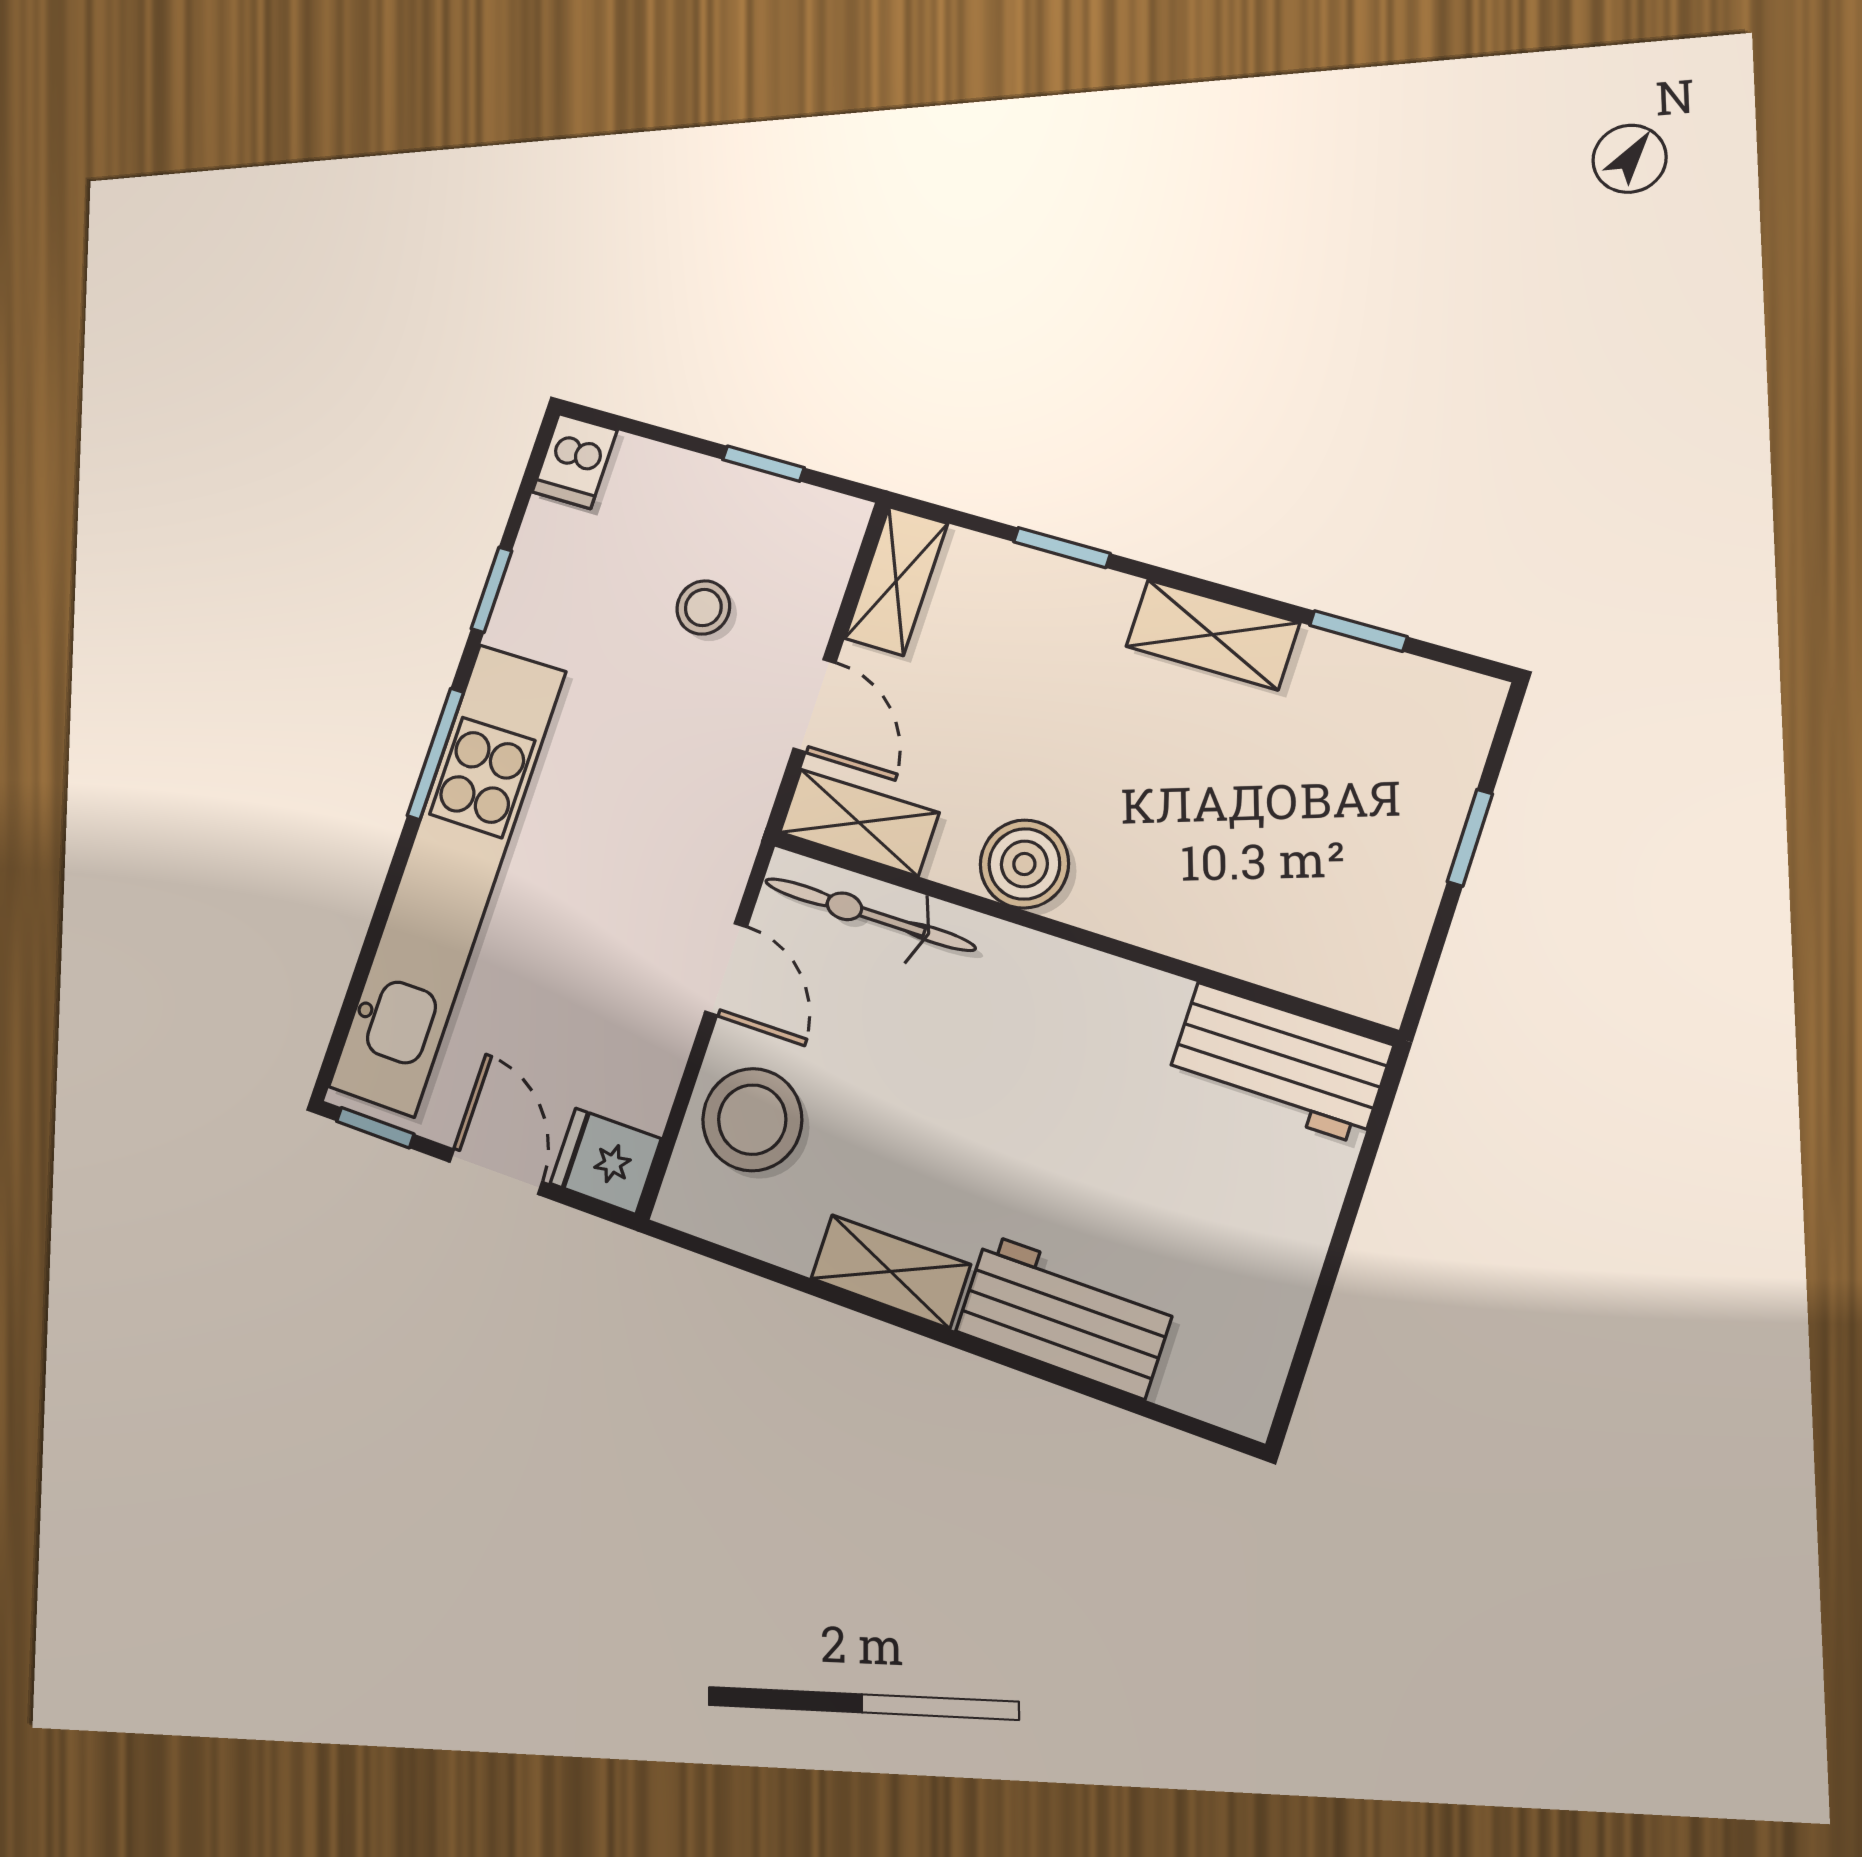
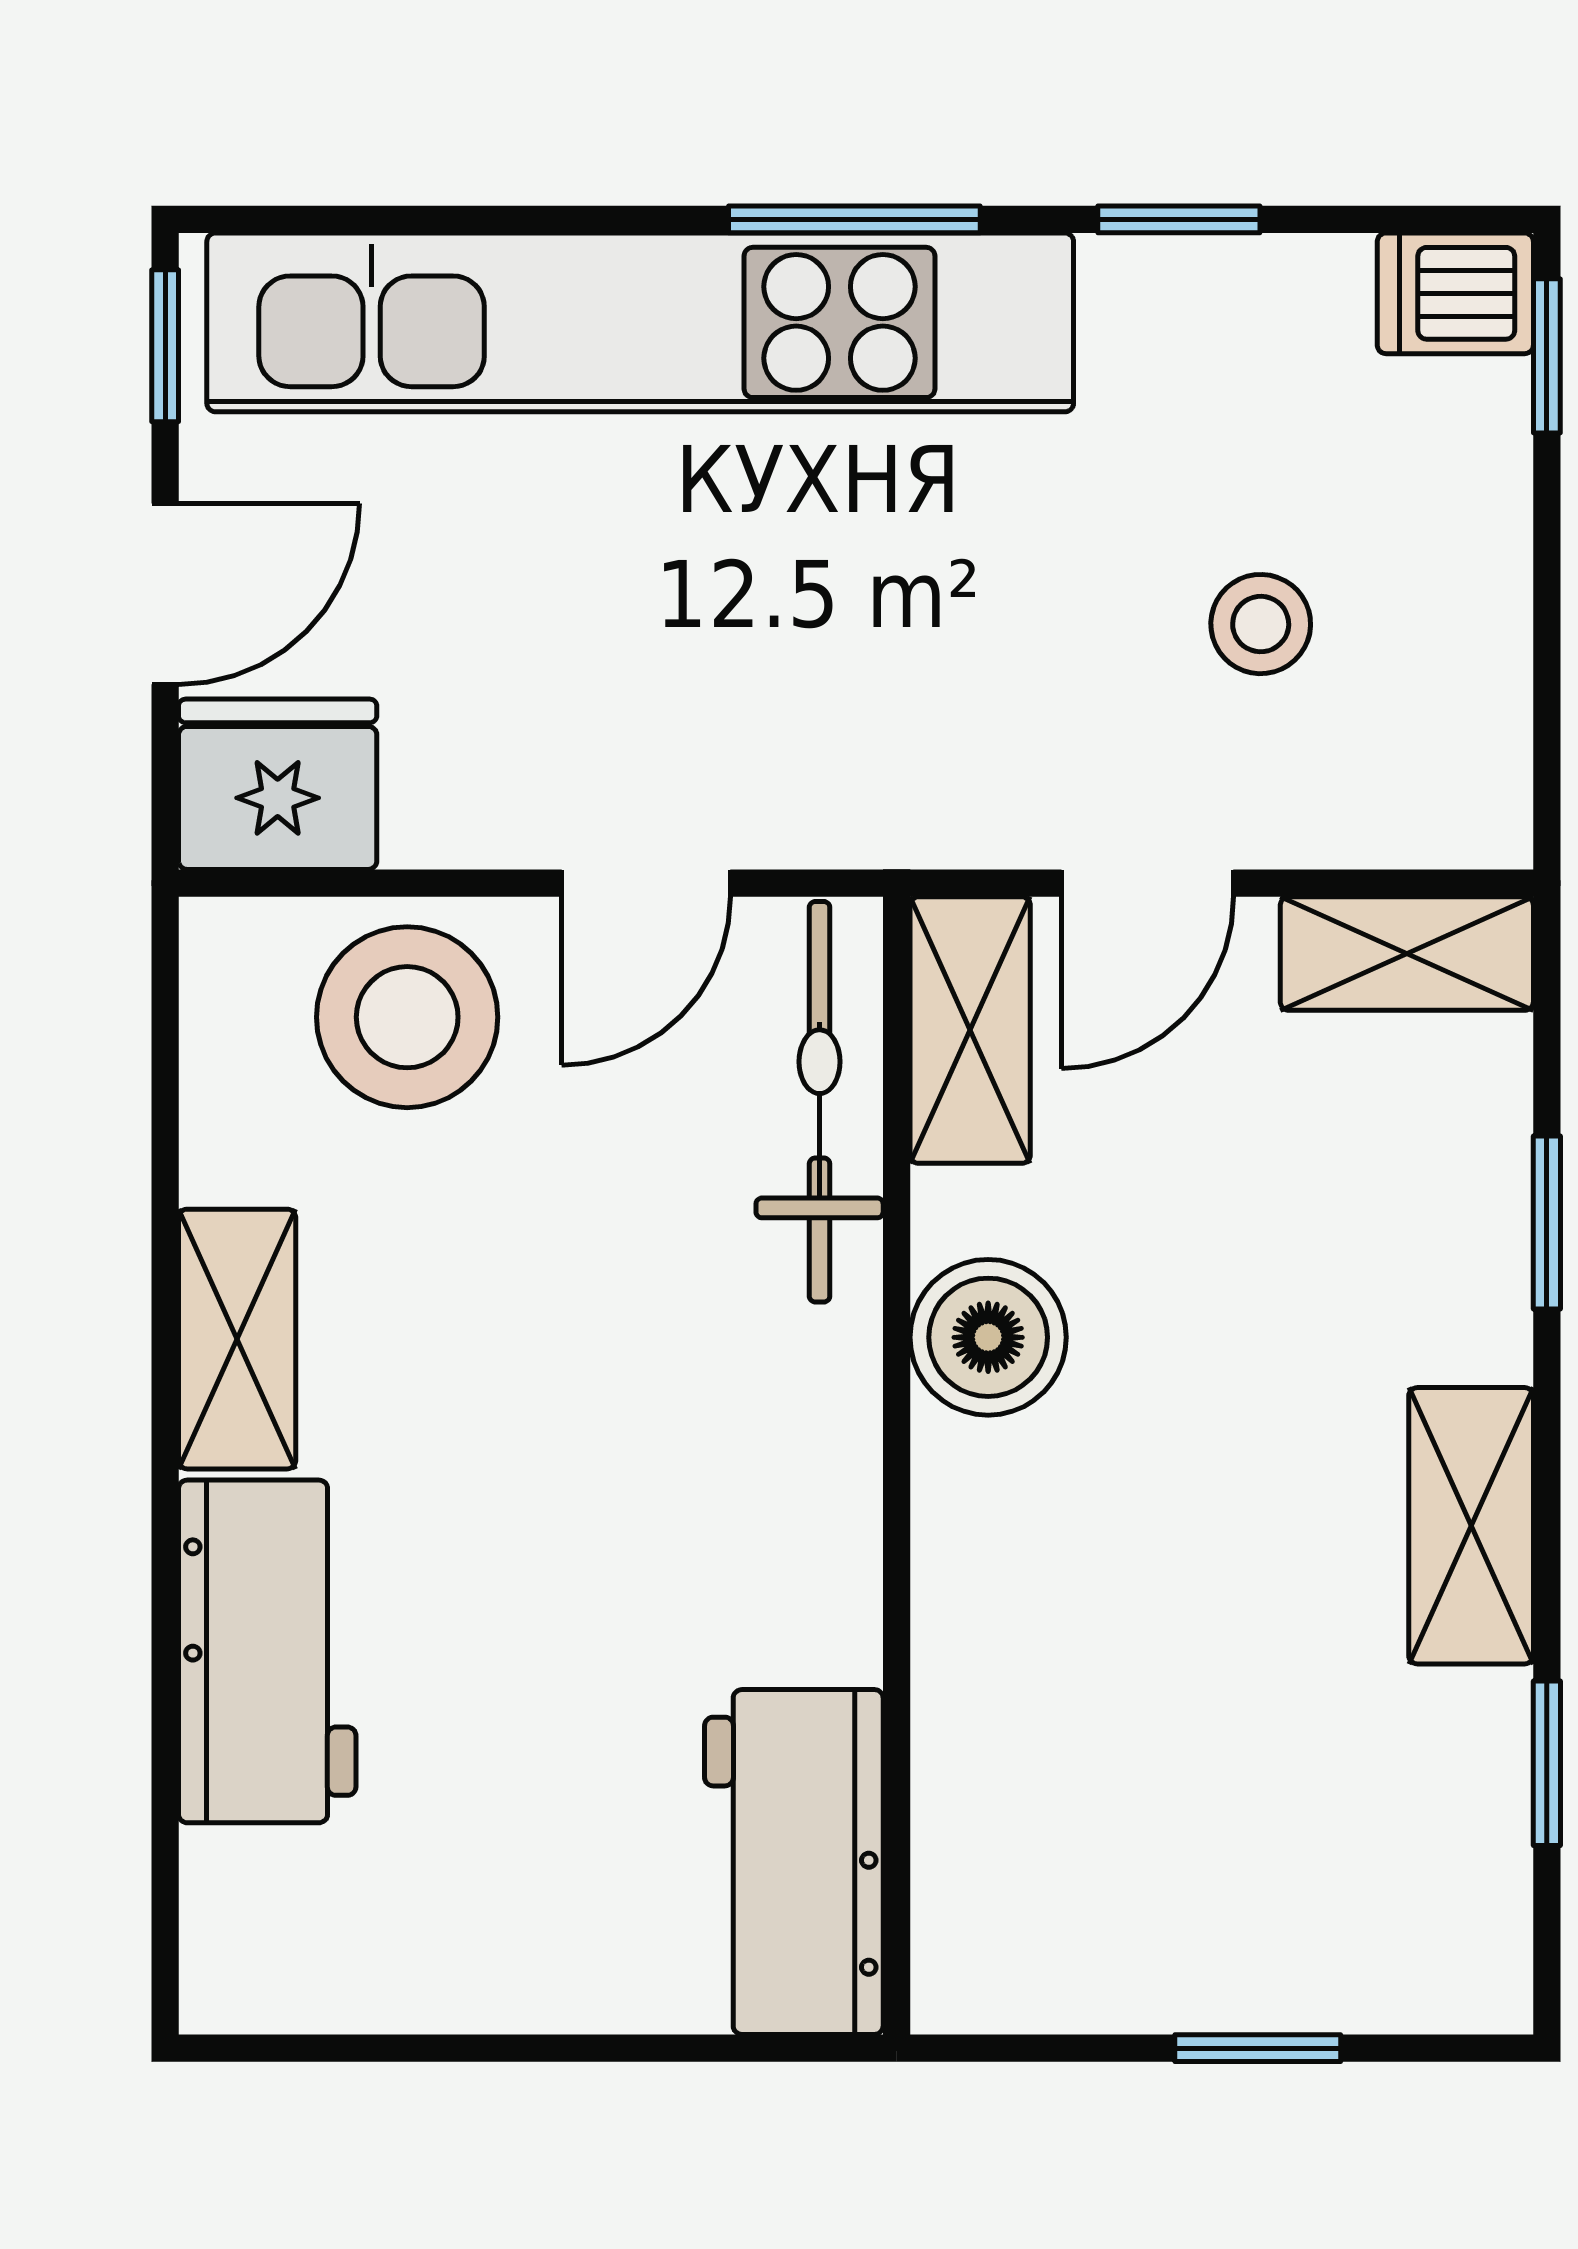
window: (763, 464) -> (1547, 356), moved
fridge: (606, 1161) -> (278, 784), width x1.38

